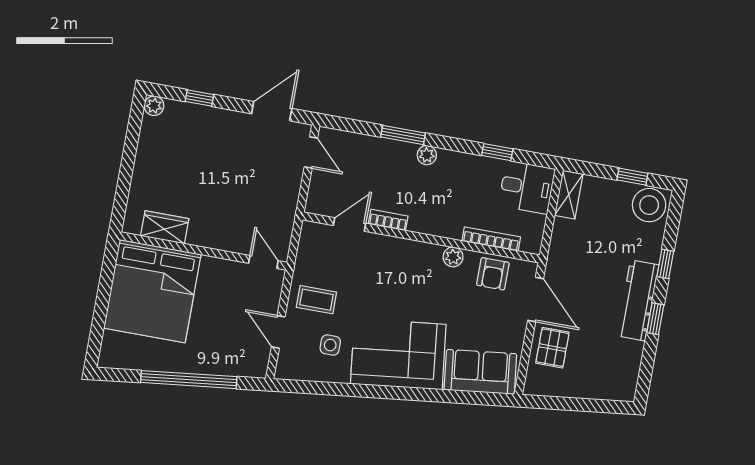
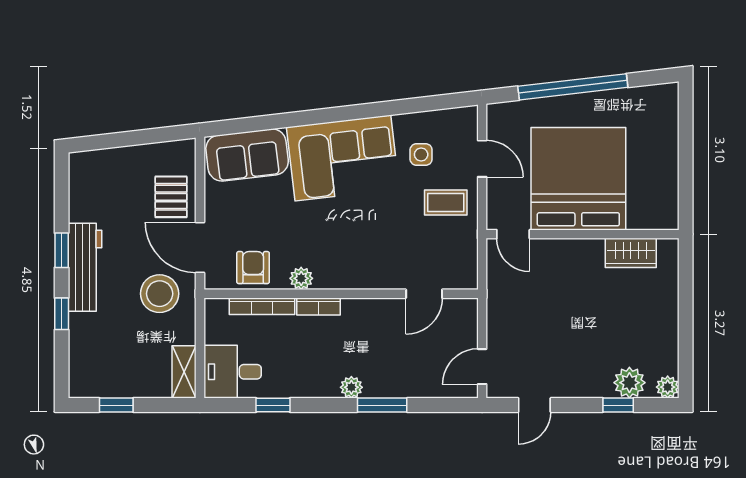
door: (272, 111) -> (534, 405), width x0.73
plant: (186, 116) -> (629, 383), added
door: (311, 152) -> (482, 367), hinge flipped
stool: (649, 205) -> (160, 294), moved
bookcase: (388, 220) -> (318, 306), moved
bed: (152, 291) -> (578, 179), moved

